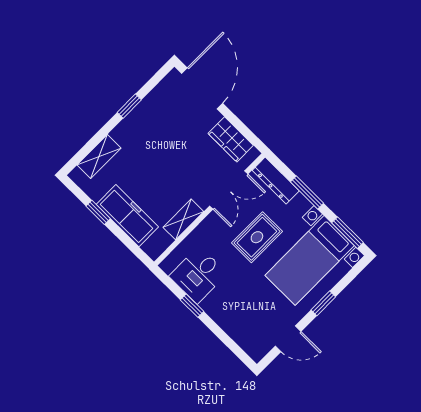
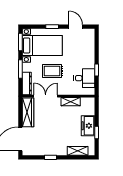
wardrobe: (231, 139) -> (28, 112), width x1.50
freezer: (127, 216) -> (88, 126), width x0.71

